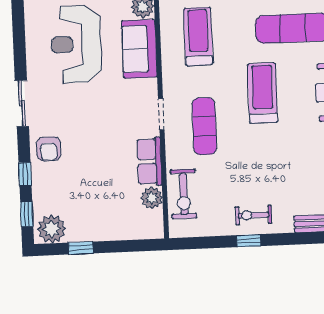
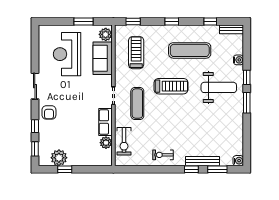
treadmill: (263, 93) -> (171, 86), turned 90
plant: (52, 229) -> (59, 158), moved
window: (249, 241) -> (191, 169), moved

